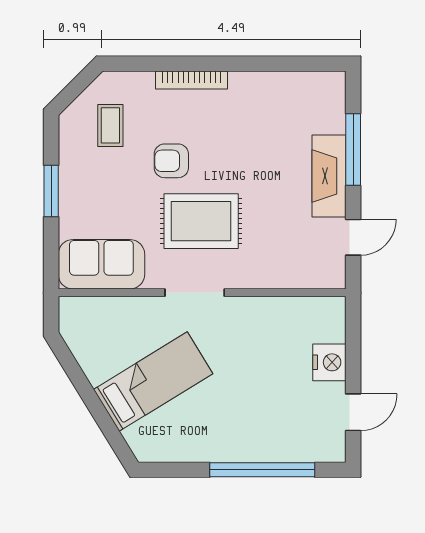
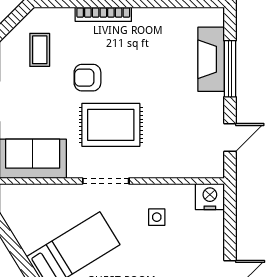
fireplace: (329, 176) -> (211, 59), moved
side table: (260, 339) -> (157, 217), added
nightstand: (329, 362) -> (210, 197), moved, turned -90

